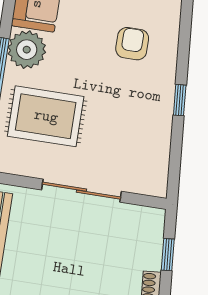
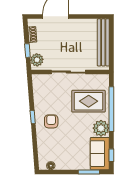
armchair: (132, 44) -> (51, 121), moved, turned 180
plant: (149, 230) -> (37, 60), added

